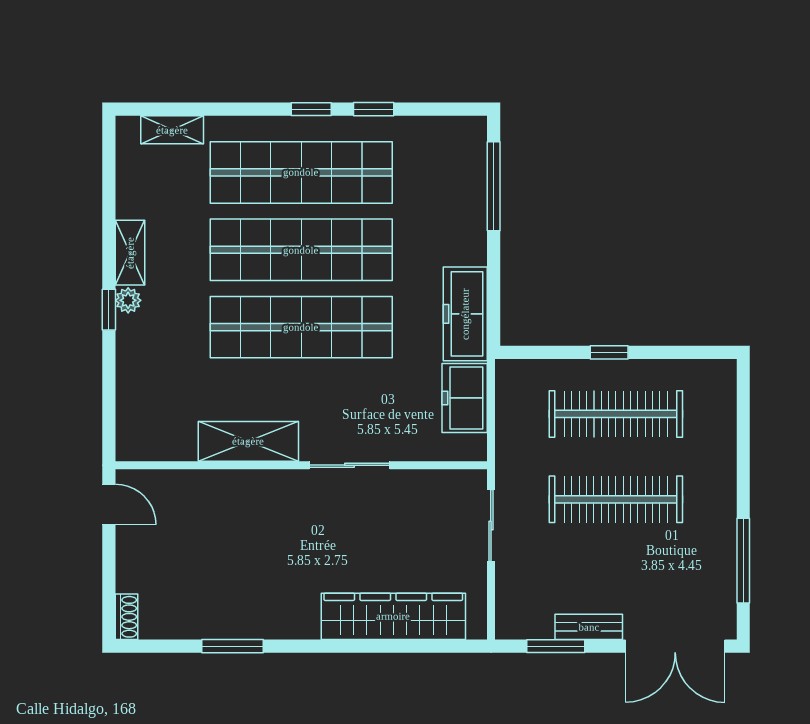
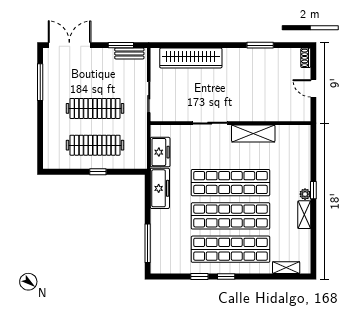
door: (109, 504) -> (313, 88), moved
bench: (589, 627) -> (129, 53), moved

